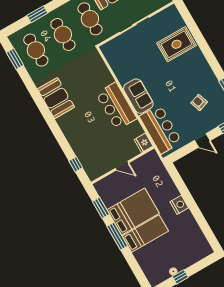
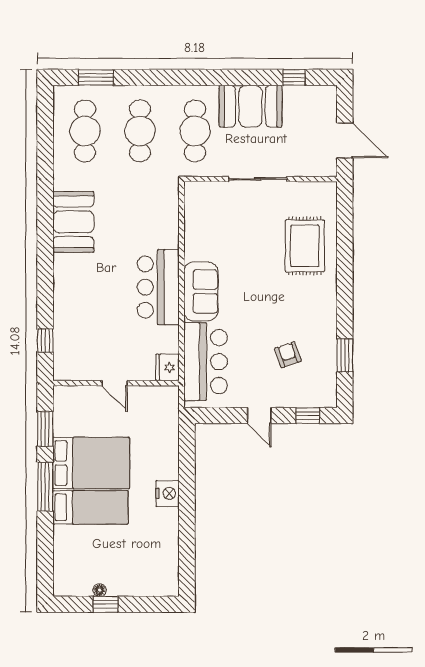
window: (37, 14) -> (96, 77), moved
rug: (177, 44) -> (305, 246), turned 90
window: (15, 59) -> (45, 126), removed

